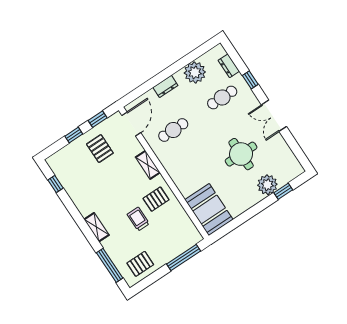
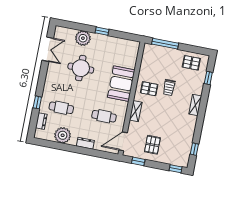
double door: (274, 116) -> (48, 49), moved
window: (74, 135) -> (176, 169), moved
window: (283, 191) -> (102, 31), moved
booth: (209, 210) -> (121, 84), moved
window: (110, 265) -> (208, 78), width x0.46

